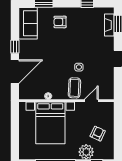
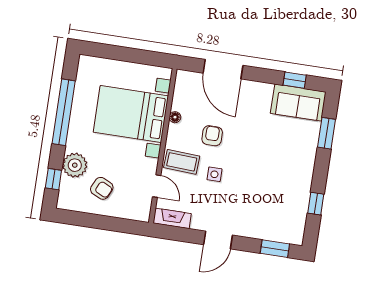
armchair: (60, 22) -> (212, 136), moved
fireplace: (109, 25) -> (172, 218), moved
window: (15, 47) -> (295, 80), moved

